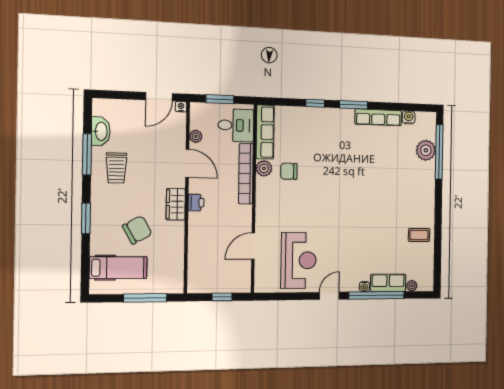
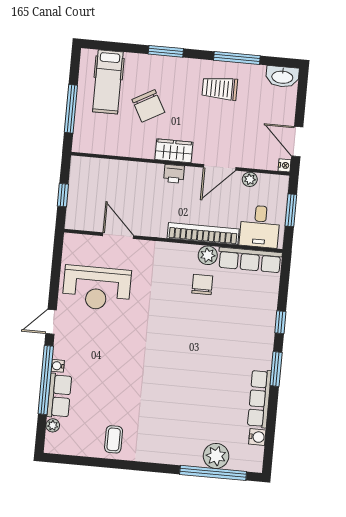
washbasin: (101, 131) -> (282, 77), moved
door: (329, 296) -> (51, 322), swing flipped

